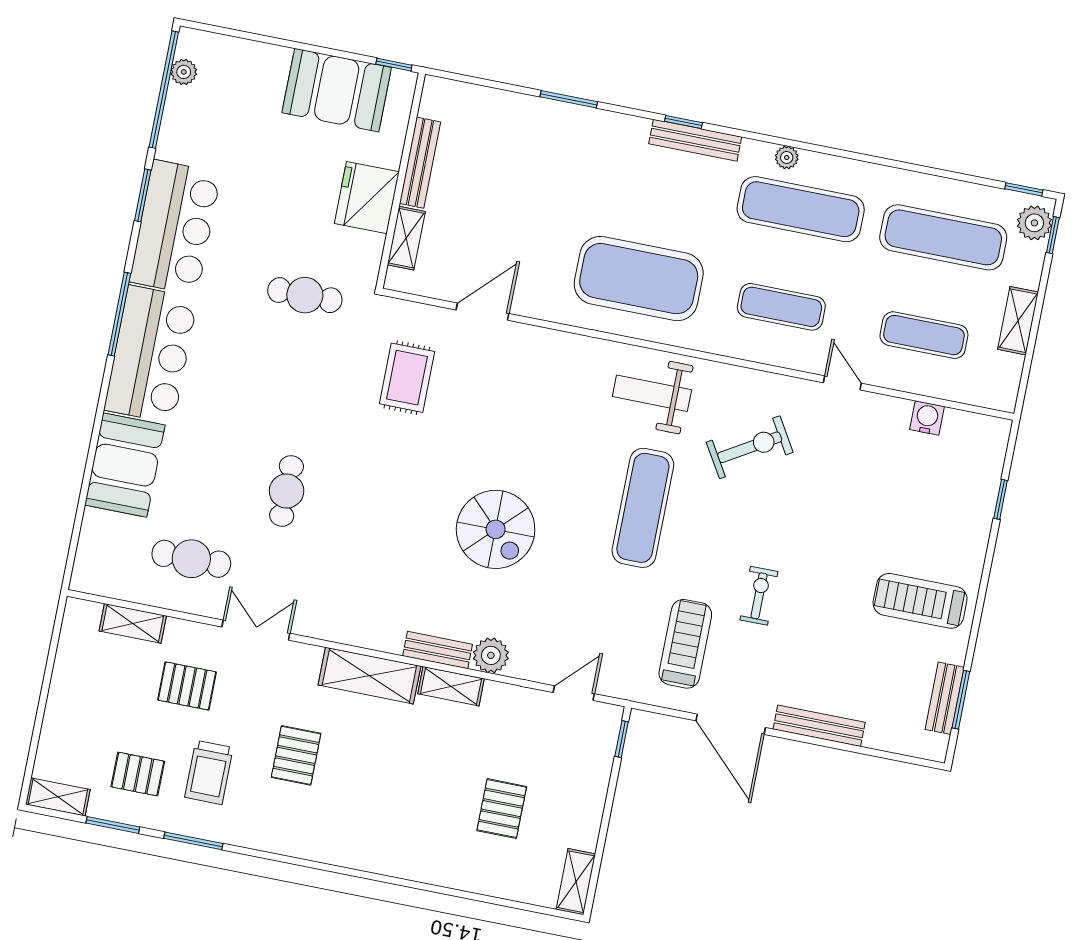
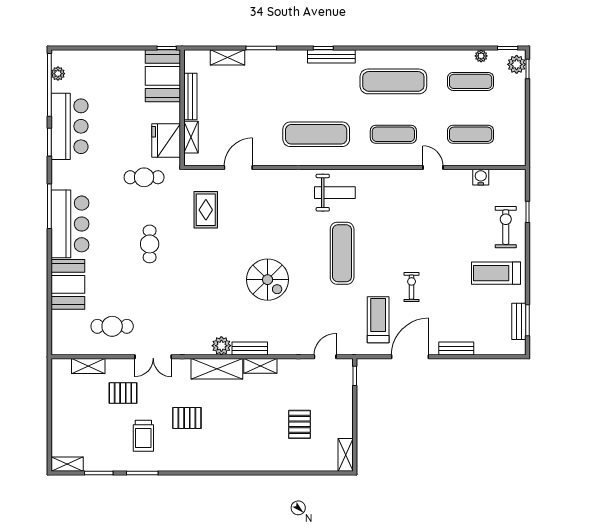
booth: (337, 90) -> (163, 76), moved, turned 90
plant: (787, 157) -> (481, 56), moved
fridge: (367, 198) -> (166, 141), moved
bar counter: (175, 227) -> (70, 126), moved
exercise mat: (943, 237) -> (471, 81), width x0.73, depth x0.69
exercise mat: (639, 279) -> (316, 134), width x0.68
shelving: (1018, 321) -> (228, 57), moved, turned 90
weight bench: (652, 393) -> (335, 193), turned 180
exercise bike: (750, 447) -> (506, 227), moved, turned -59
cafe table: (287, 491) -> (150, 244), moved
double door: (256, 630) -> (153, 357), swing flipped
plant: (491, 655) -> (221, 346), moved
door: (731, 724) -> (410, 357), swing flipped
bench: (819, 726) -> (456, 349), width x0.73
pallet: (296, 755) -> (187, 418), turned 90
pallet: (138, 774) -> (106, 444), removed

